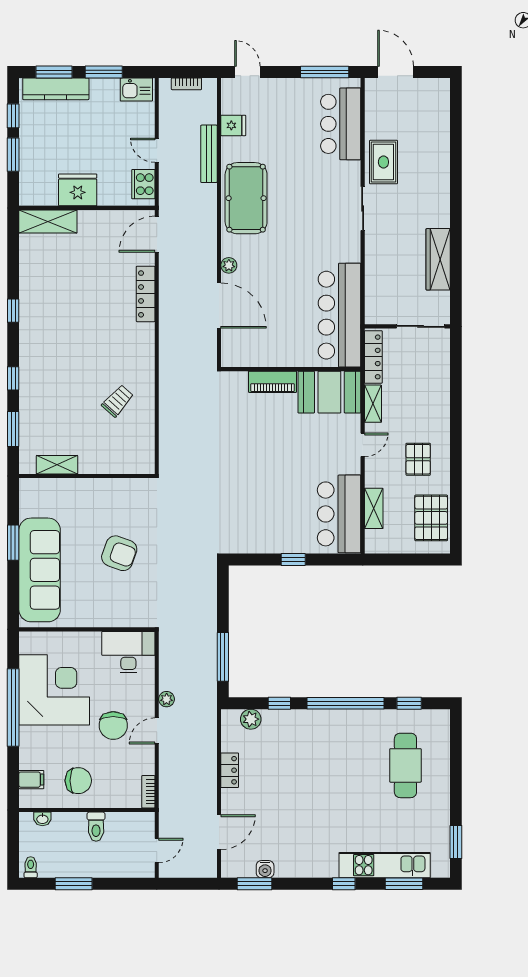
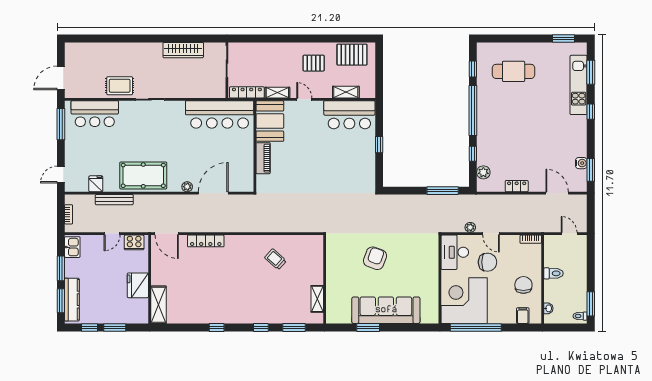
wall: (87, 629) -> (440, 279), moved
desk: (128, 652) -> (455, 252), moved
window: (74, 884) -> (591, 304), moved

